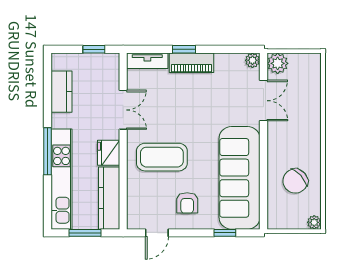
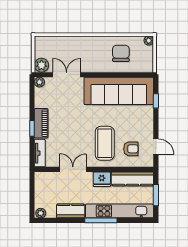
window: (94, 49) -> (32, 189), removed
plant: (58, 62) -> (41, 213), added
kitchen counter: (61, 92) -> (71, 211), moved
chair: (295, 181) -> (121, 53), turned -138
armchair: (187, 203) -> (131, 149), moved

